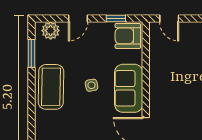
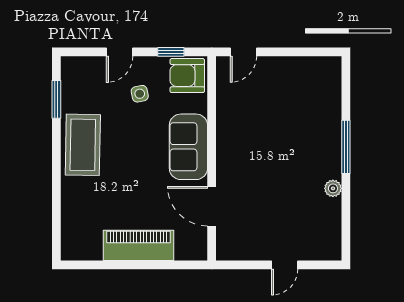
door: (169, 18) -> (243, 52), hinge flipped
plant: (51, 31) -> (82, 68), removed
side table: (92, 85) -> (140, 94), moved

